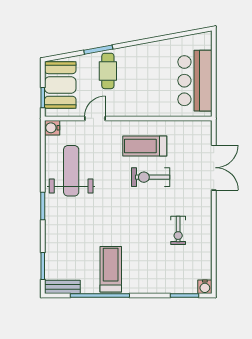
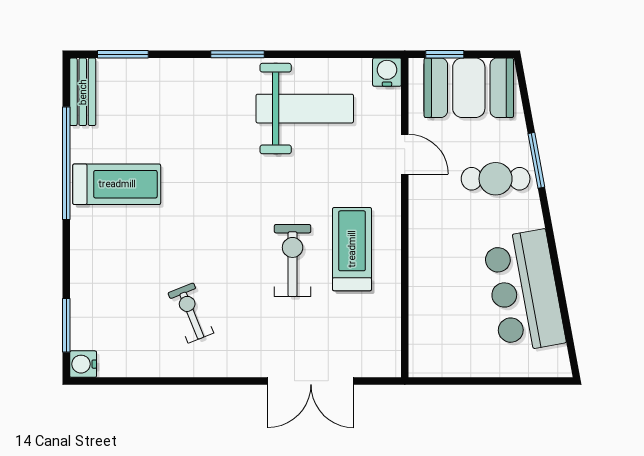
bar counter: (195, 81) -> (524, 291), moved, turned -100
exercise bike: (178, 230) -> (191, 313), turned 68

